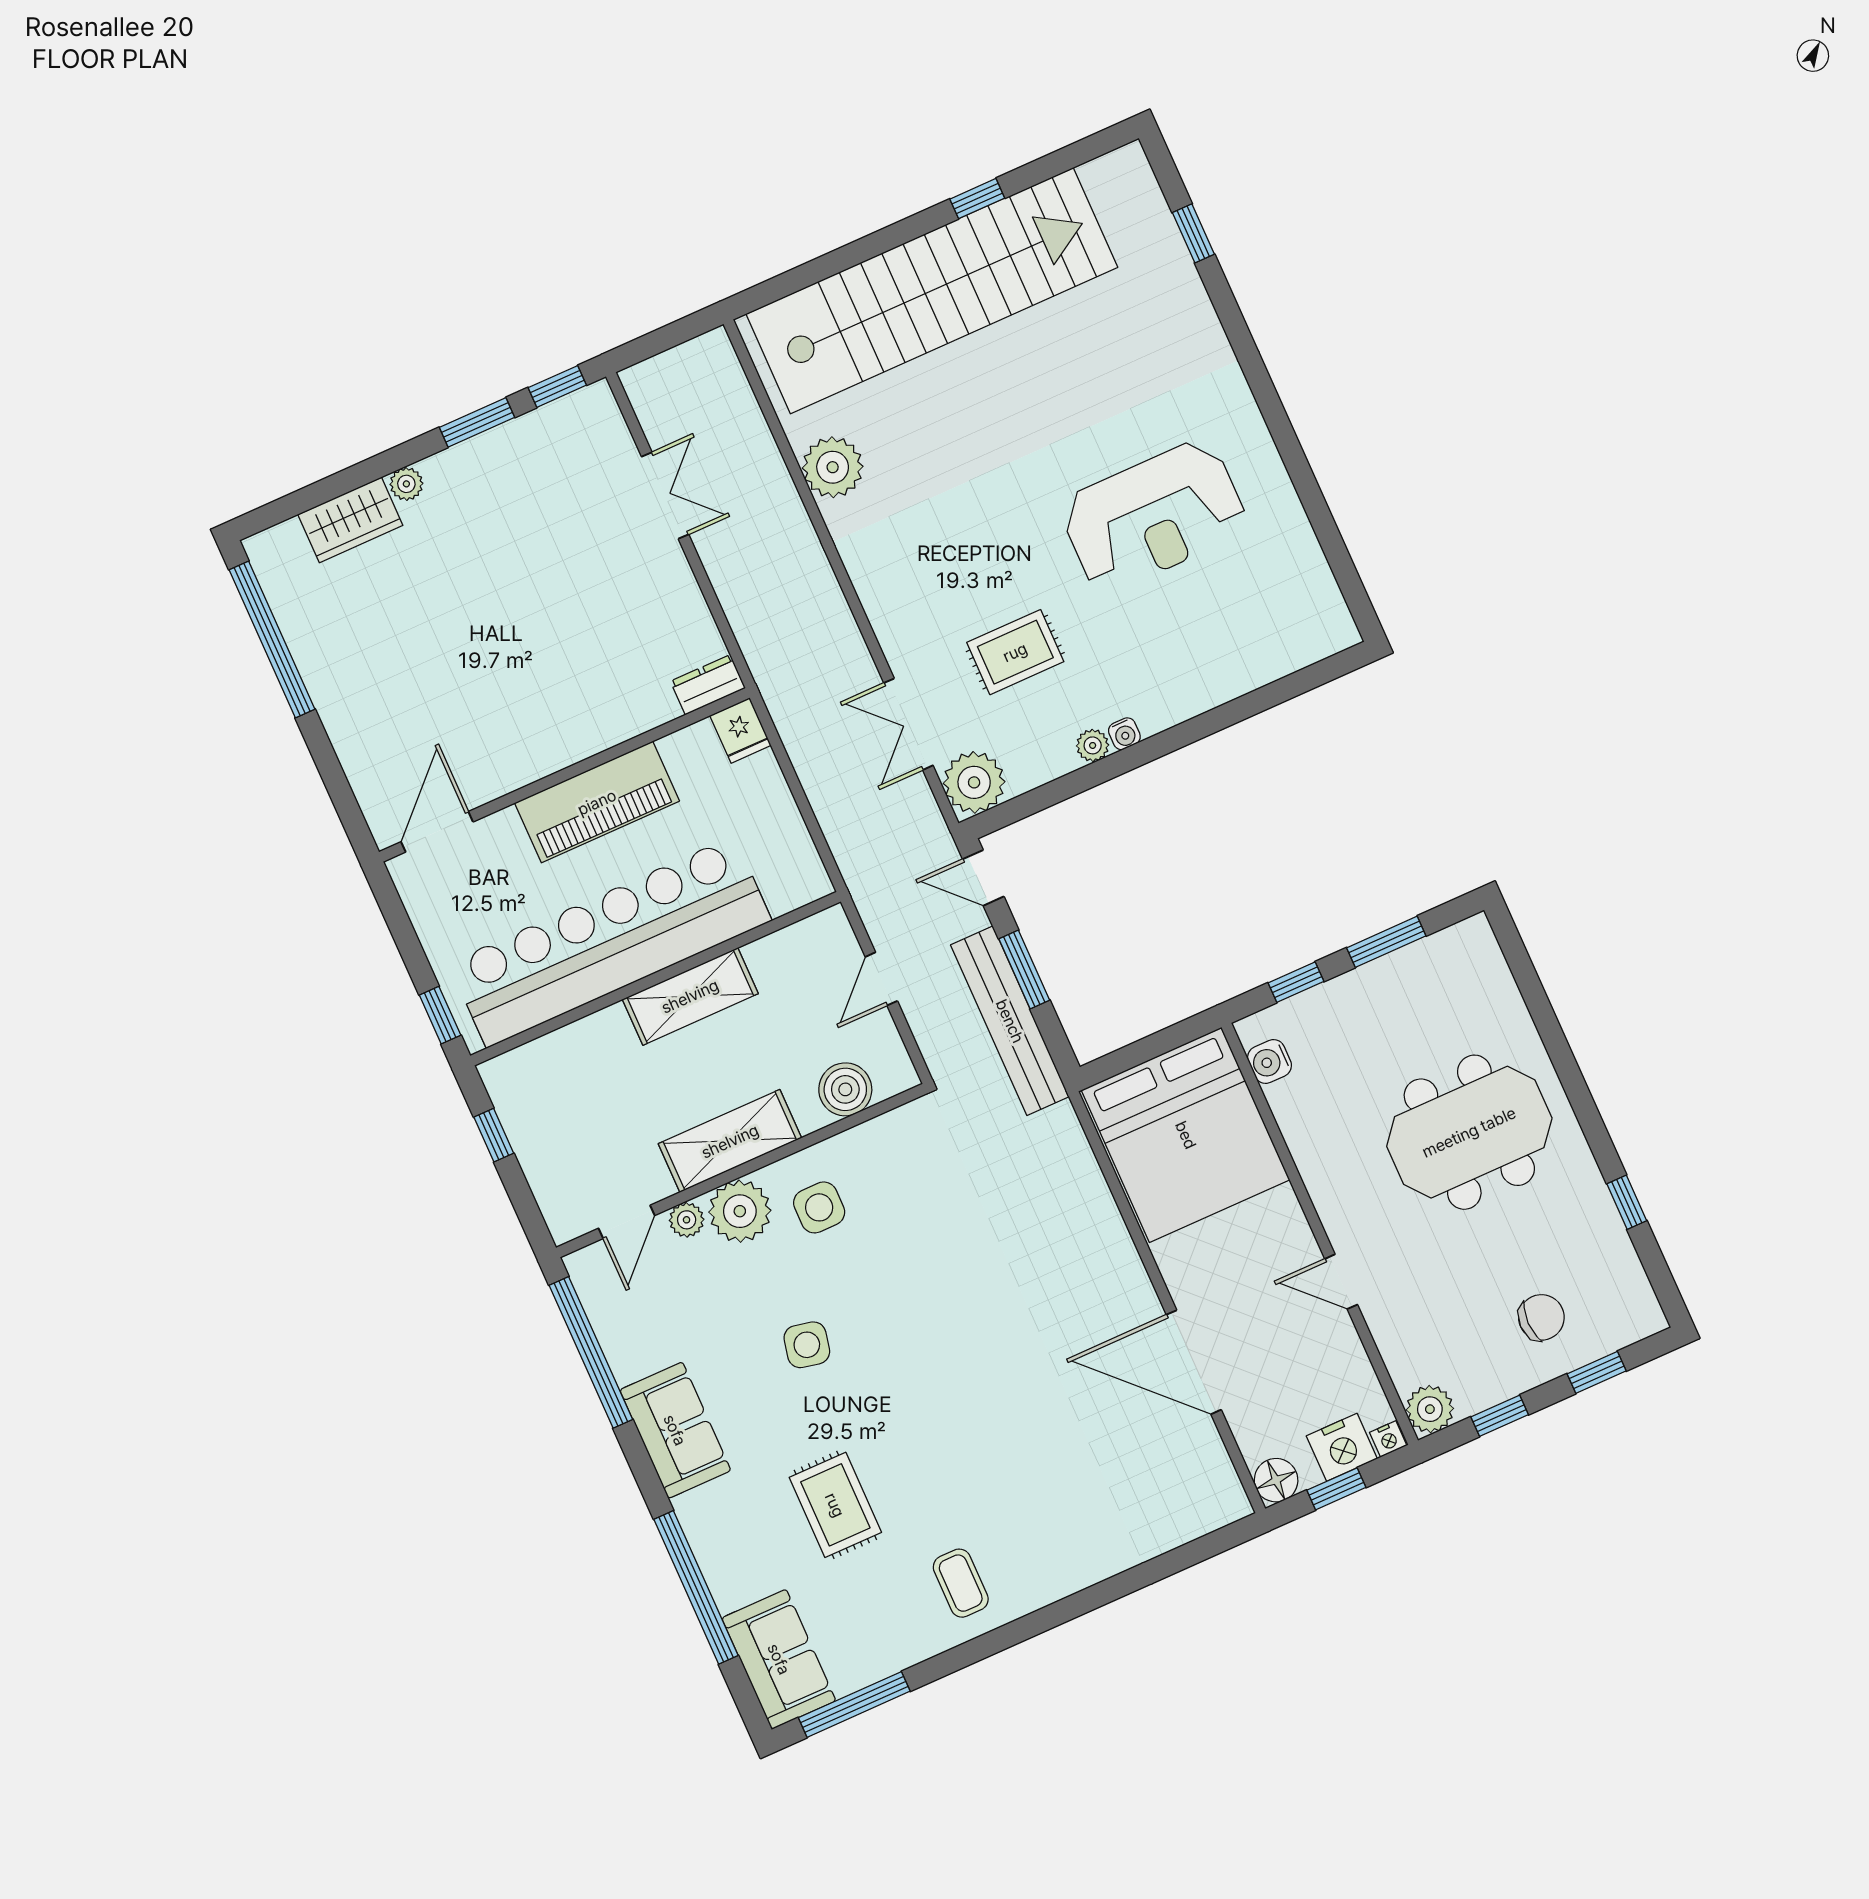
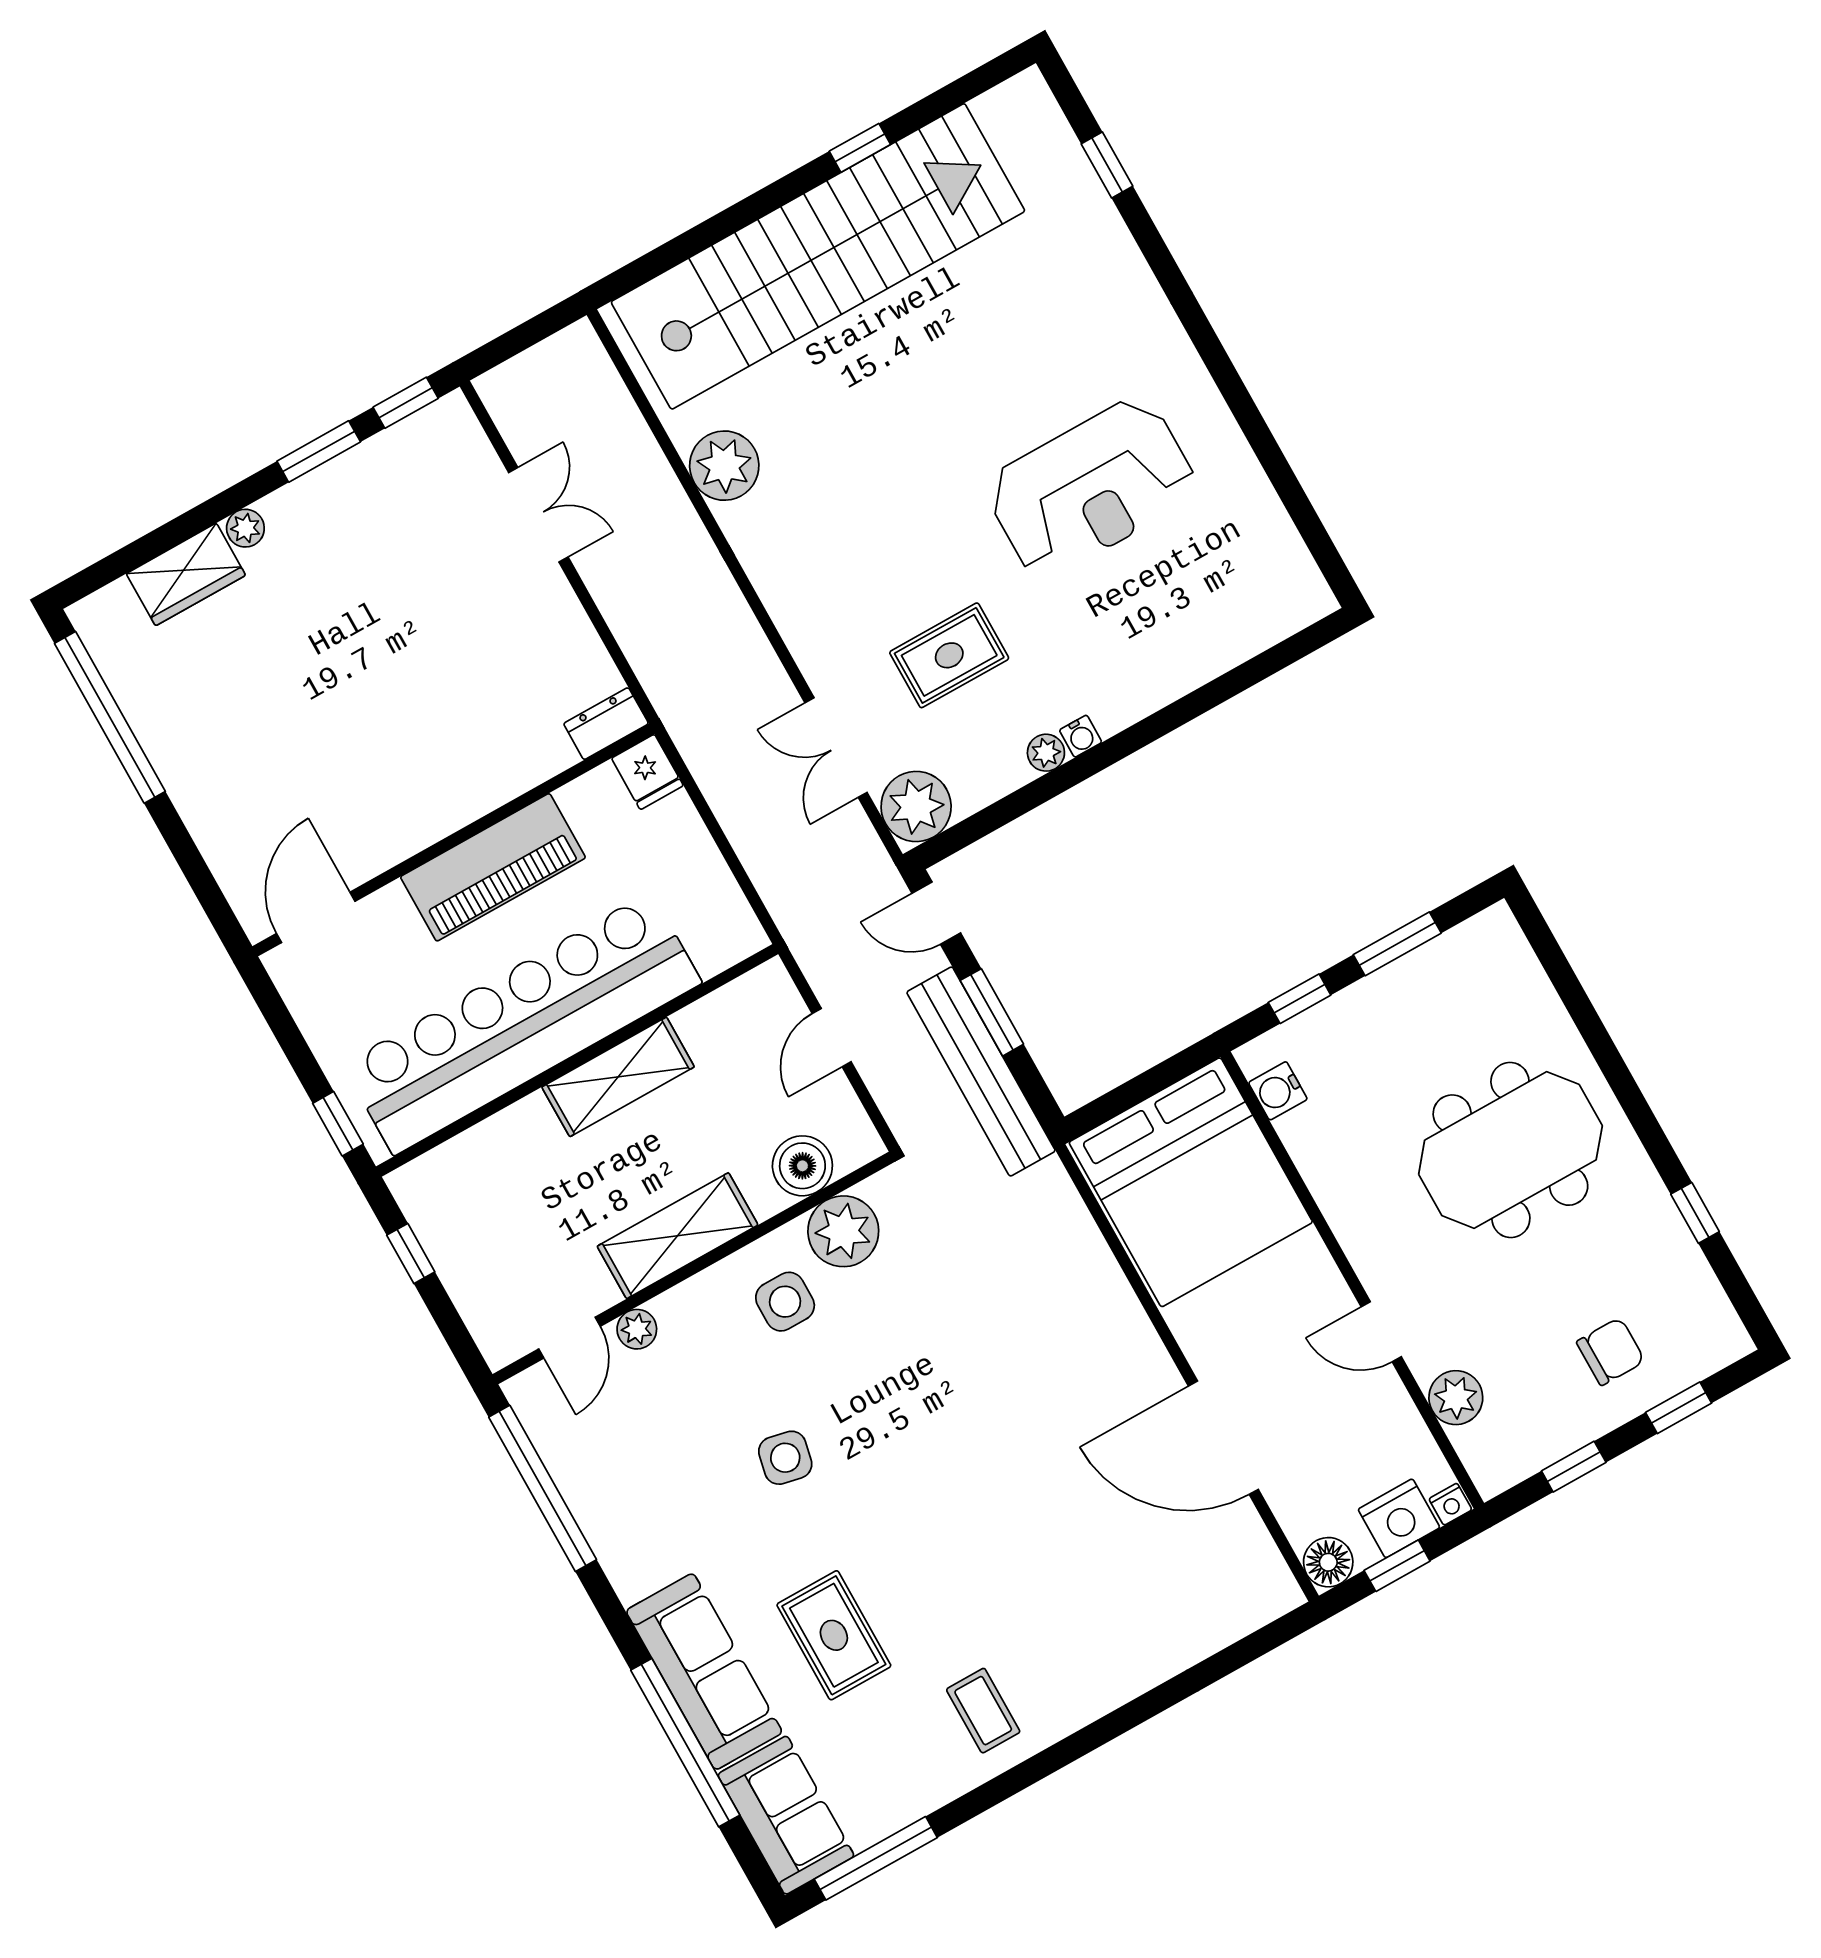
plant: (740, 1211) -> (843, 1231), moved
plant: (1430, 1409) -> (1456, 1398), moved
sofa: (675, 1430) -> (704, 1672), moved, width x1.36

